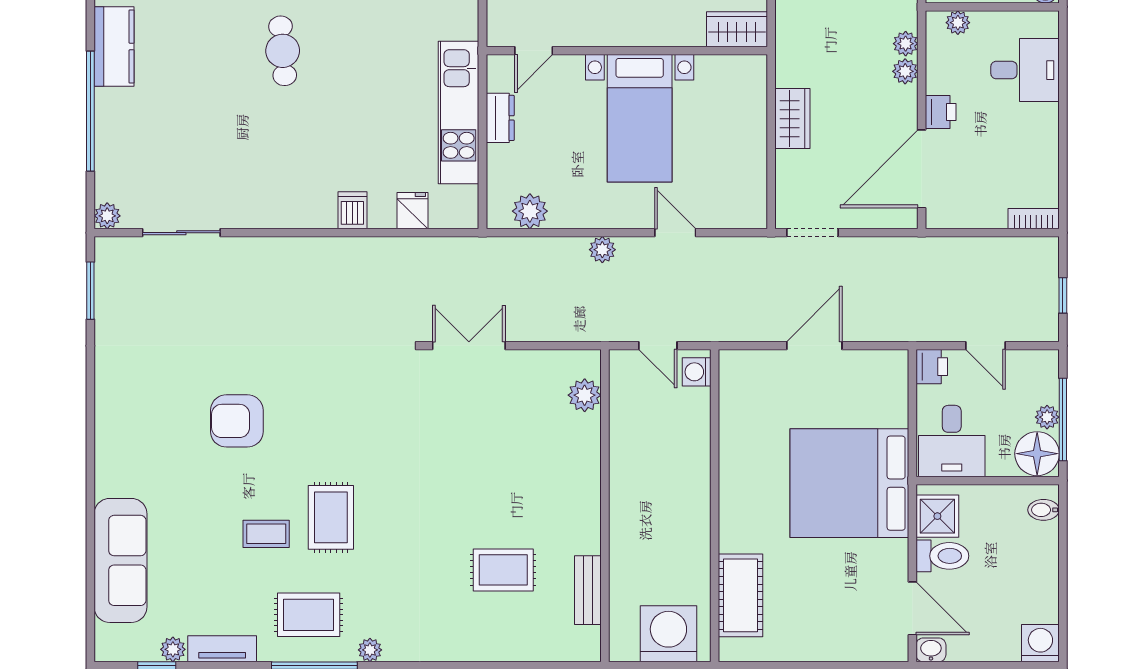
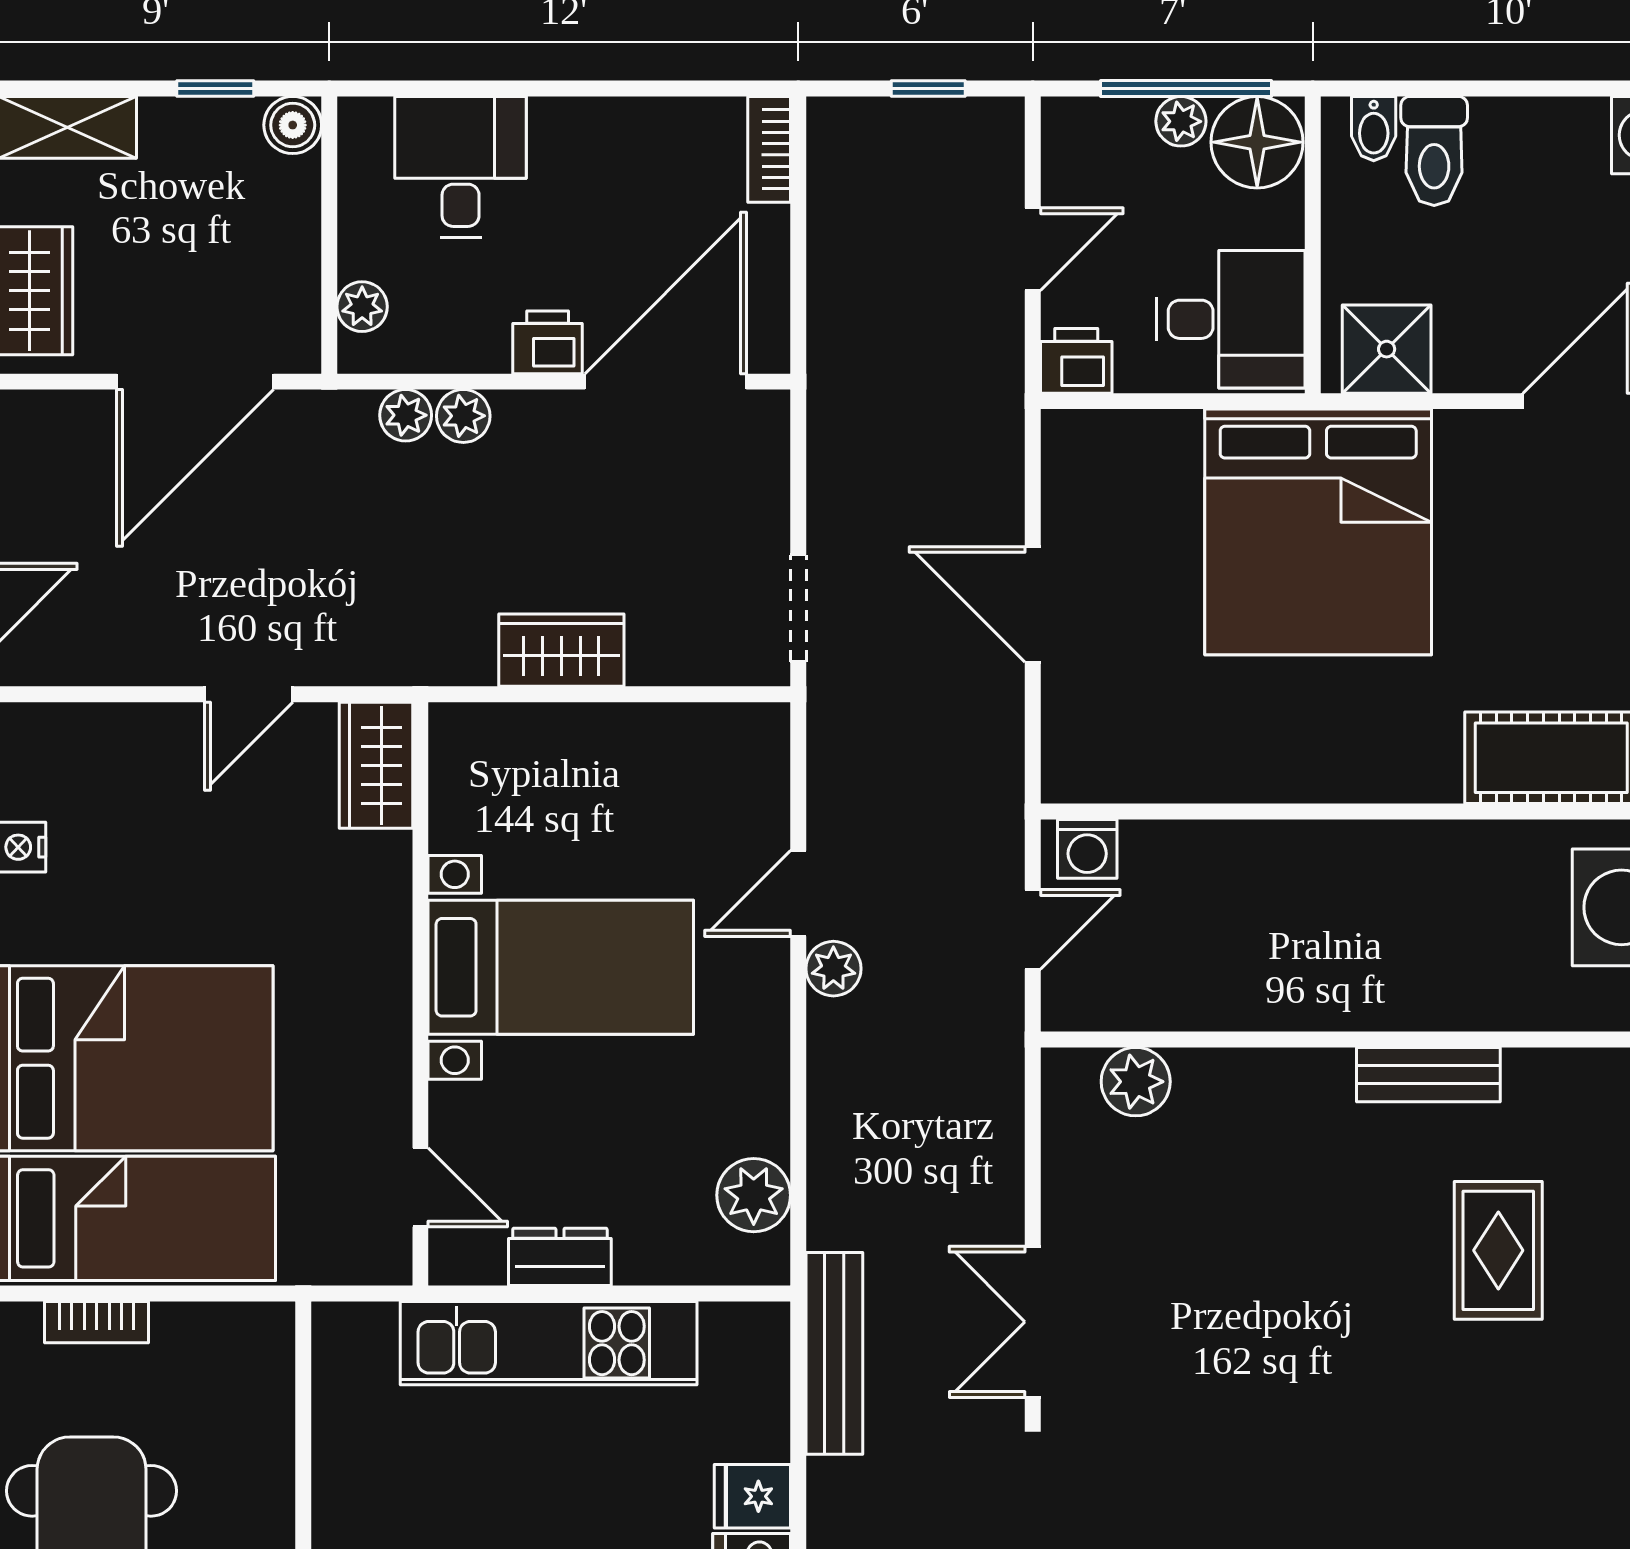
door: (922, 169) -> (666, 382), swing flipped
fridge: (412, 211) -> (752, 1496), moved
bench: (454, 250) -> (834, 1353), added
plant: (602, 250) -> (833, 969), moved
toilet: (942, 556) -> (1434, 151), moved, turned 180
bench: (588, 590) -> (1428, 1075), moved

